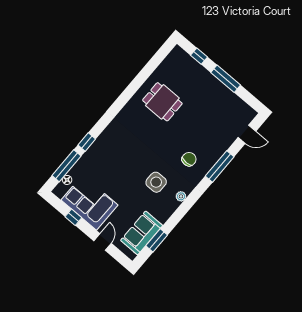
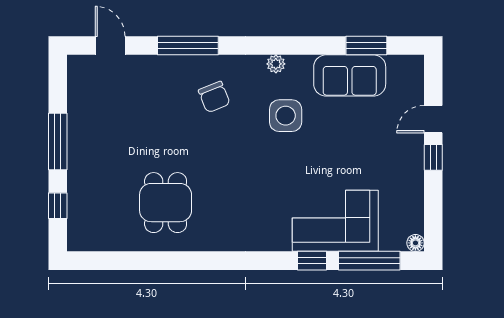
chair: (189, 159) -> (214, 97), turned -112
floor lamp: (67, 180) -> (415, 243), moved
corner sofa: (89, 203) -> (335, 221), moved, turned 90
window: (73, 217) -> (433, 157), moved
sofa: (142, 233) -> (350, 75), moved

